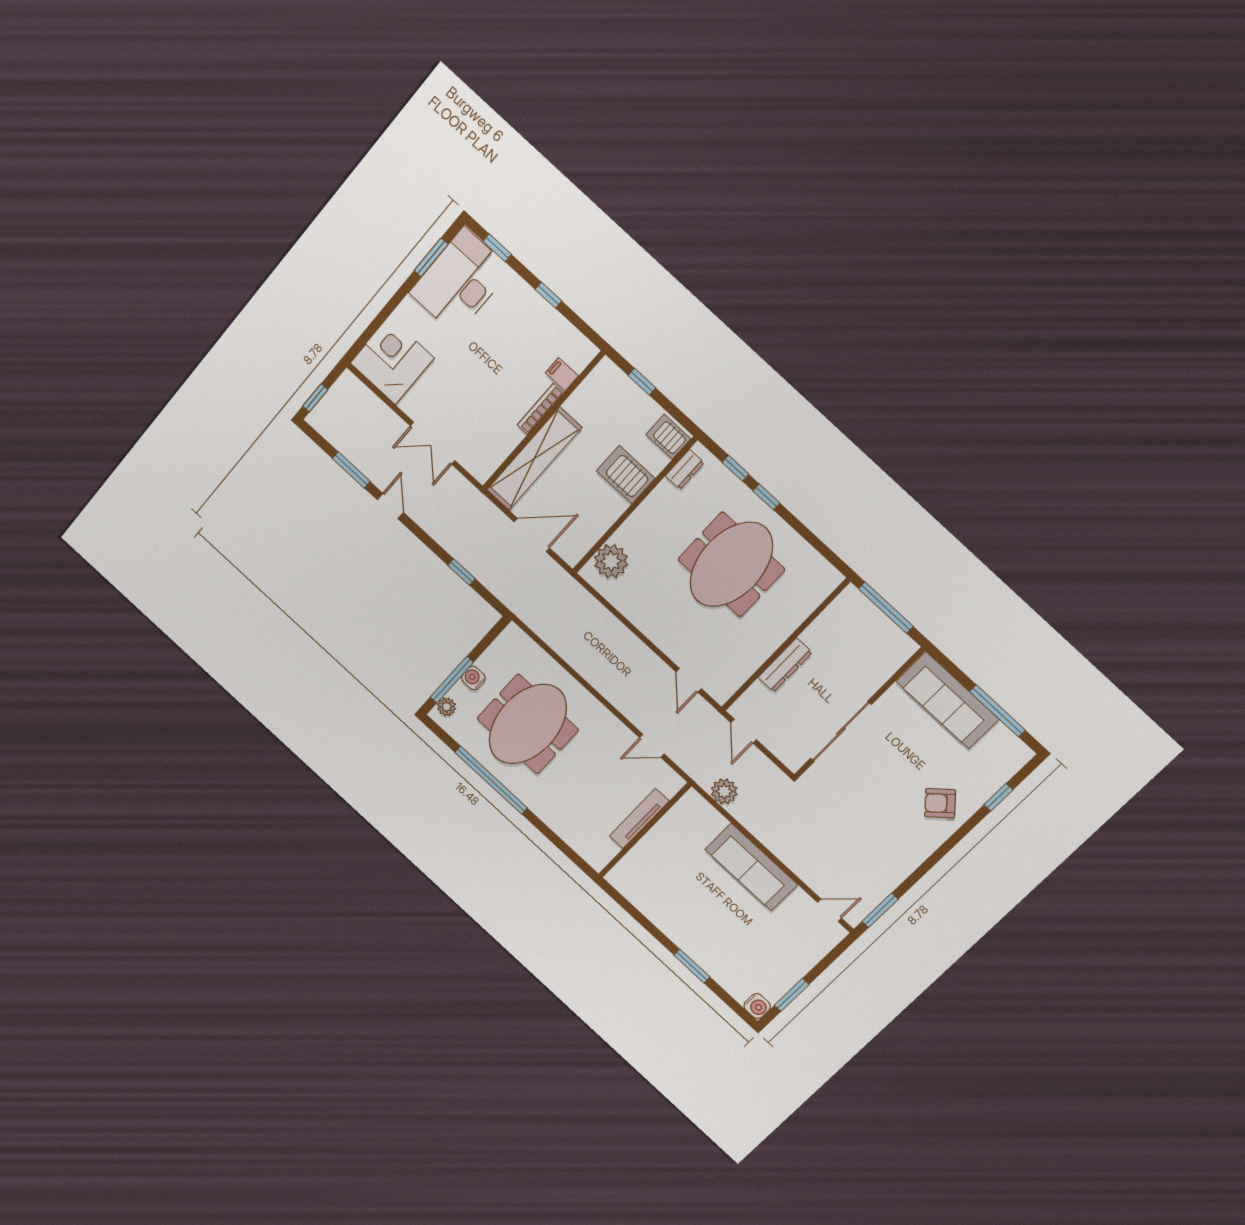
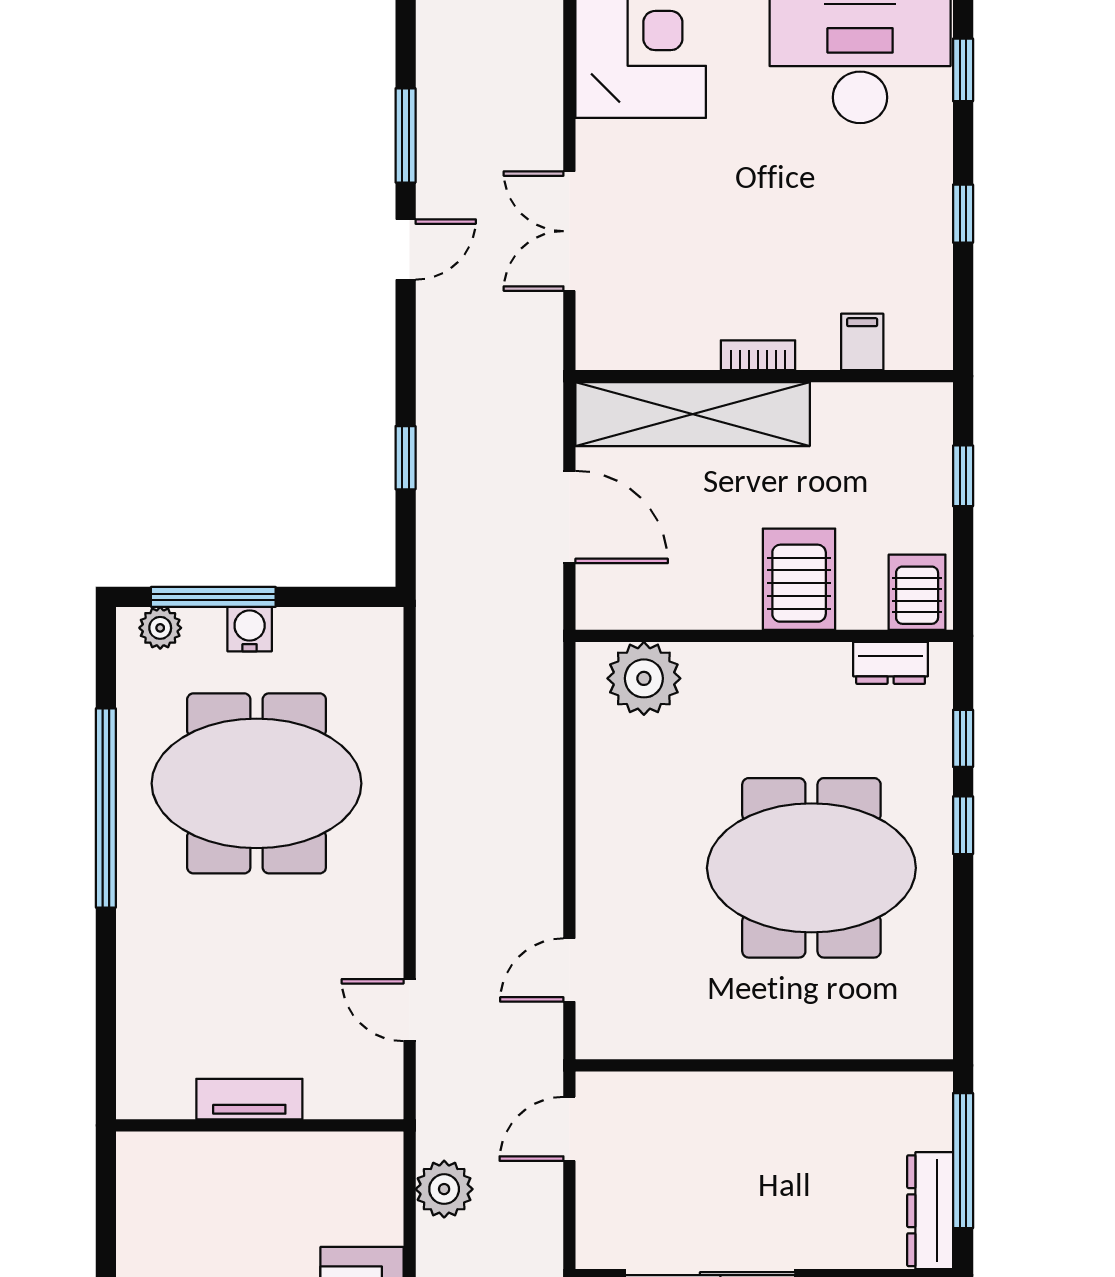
bookcase: (540, 409) -> (758, 355), width x0.64
dresser: (785, 665) -> (930, 1211), moved, turned 90
tv unit: (639, 819) -> (249, 1099), width x0.71

